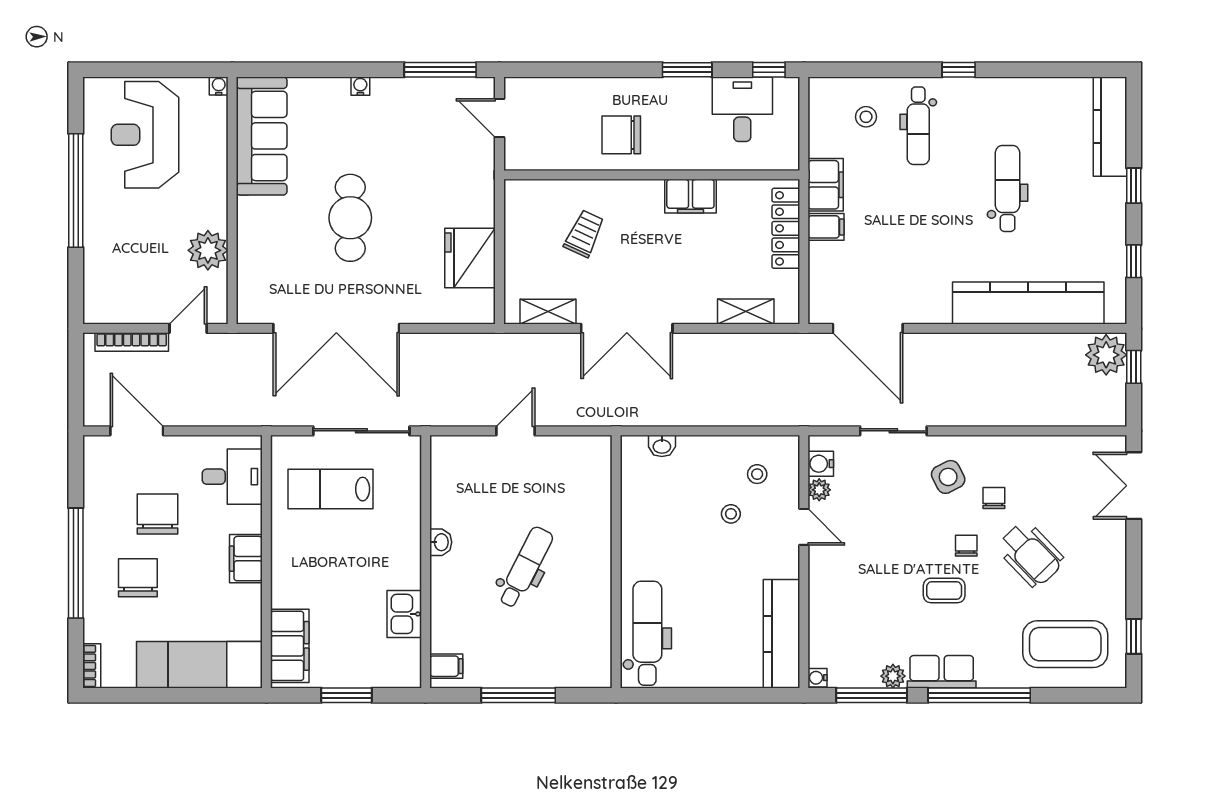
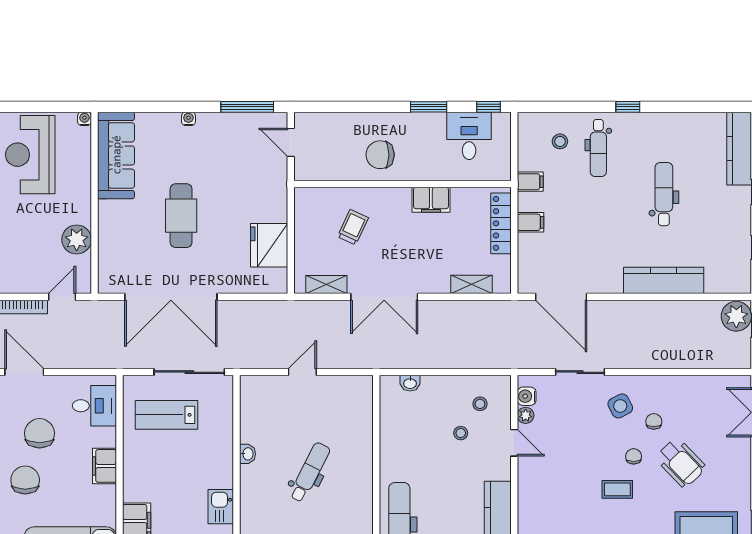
filing cabinet: (826, 185) -> (530, 182), width x0.50
kitchen counter: (1028, 303) -> (664, 280), width x0.72, depth x0.86

